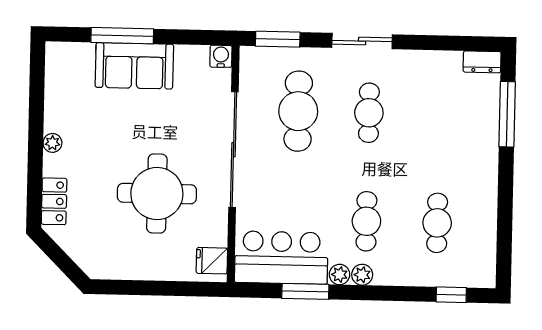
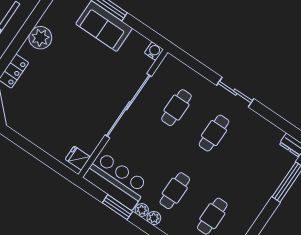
window: (278, 39) -> (190, 62), removed
cafe table: (298, 111) -> (176, 108), width x0.73, depth x0.74
plant: (52, 143) -> (40, 38), width x1.87, depth x1.87
round table: (157, 194) -> (72, 103), removed

